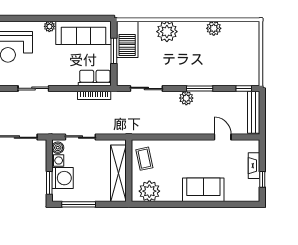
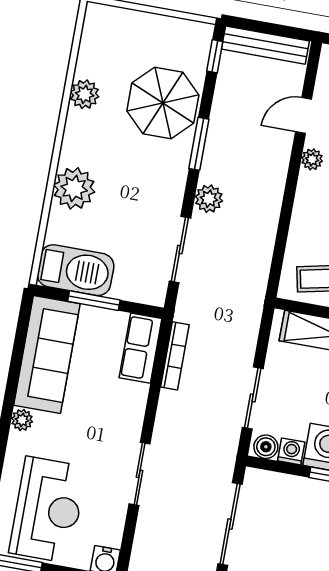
parasol: (216, 67) -> (163, 103), added
plant: (186, 98) -> (209, 199), moved
plant: (202, 145) -> (312, 159), added

